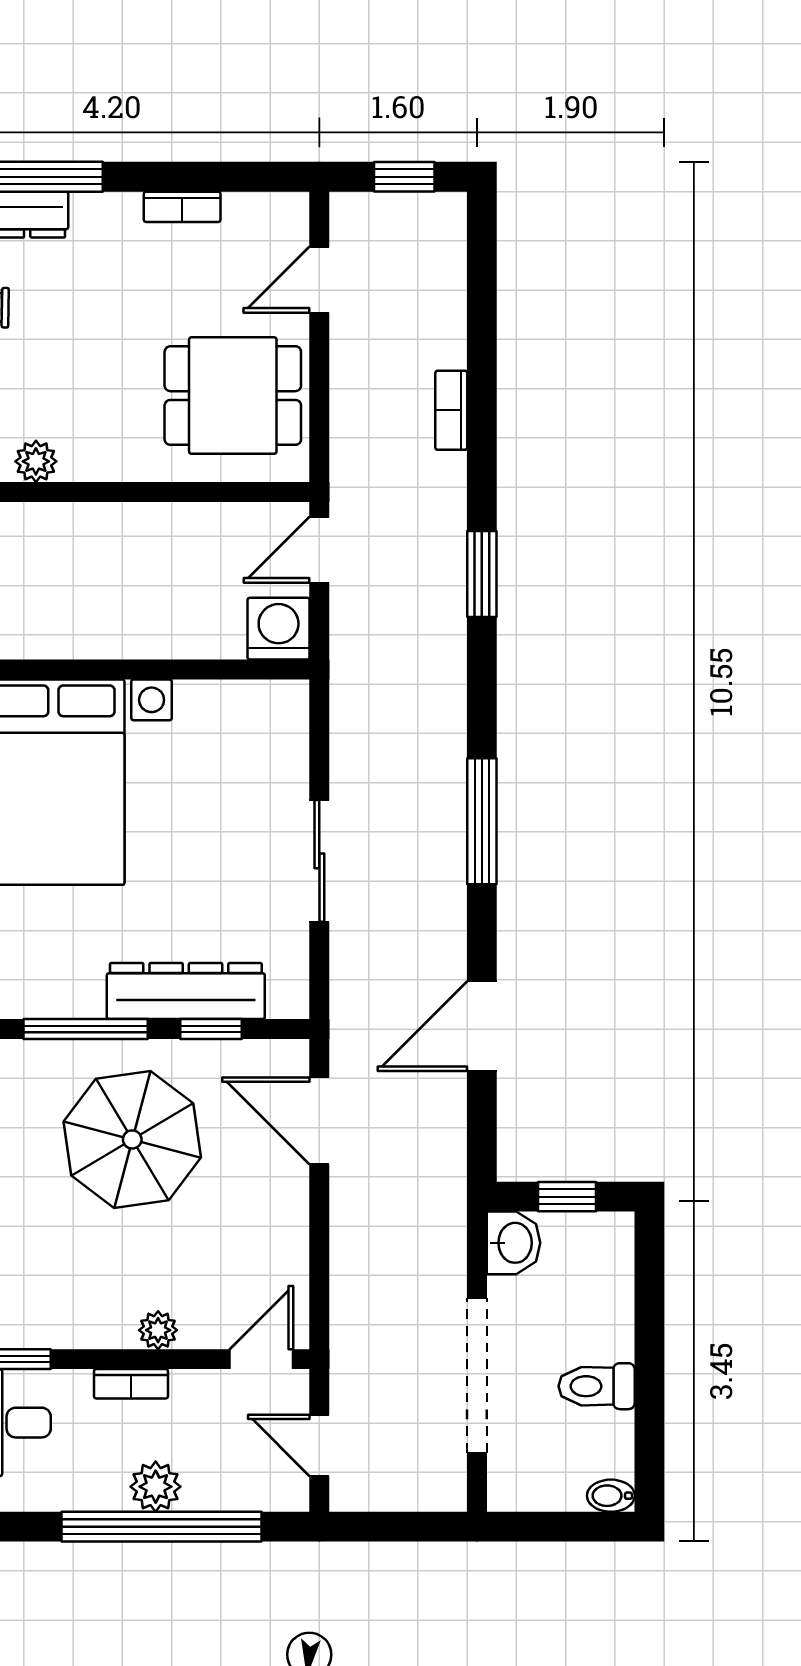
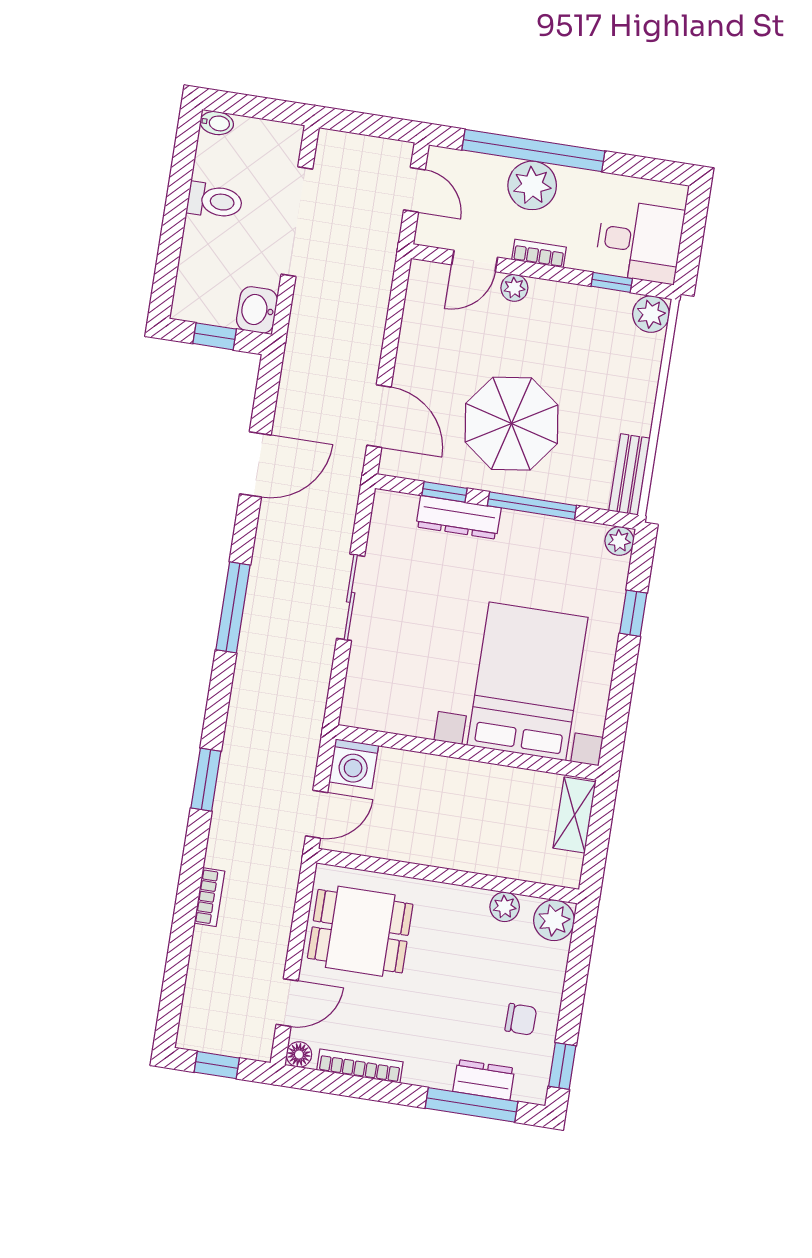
bookcase: (182, 207) -> (360, 1066), width x1.56
floor lamp: (292, 210) -> (299, 1054), added
dresser: (186, 991) -> (459, 517), width x0.73, depth x0.80
door: (261, 1359) -> (475, 261), moved
plant: (156, 1487) -> (532, 185), width x1.36, depth x1.36

